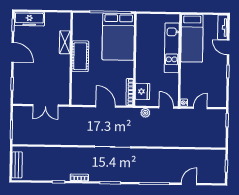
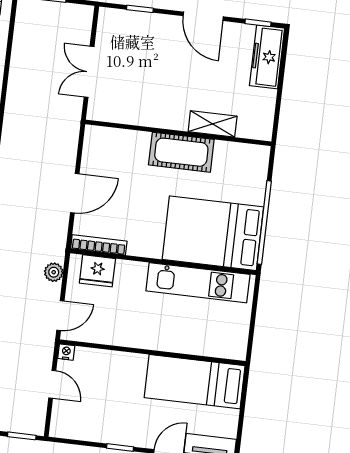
kitchen unit: (172, 48) -> (198, 283), moved, turned 180
door: (13, 52) -> (203, 16), hinge flipped

